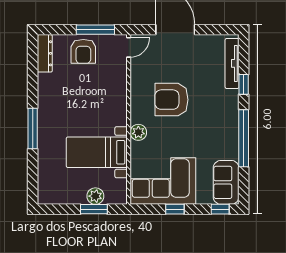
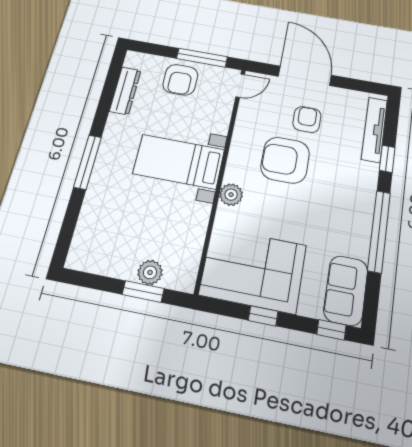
dresser: (45, 53) -> (125, 91), moved
armchair: (182, 65) -> (307, 119), added
bed with nightstands: (97, 152) -> (179, 162), moved

